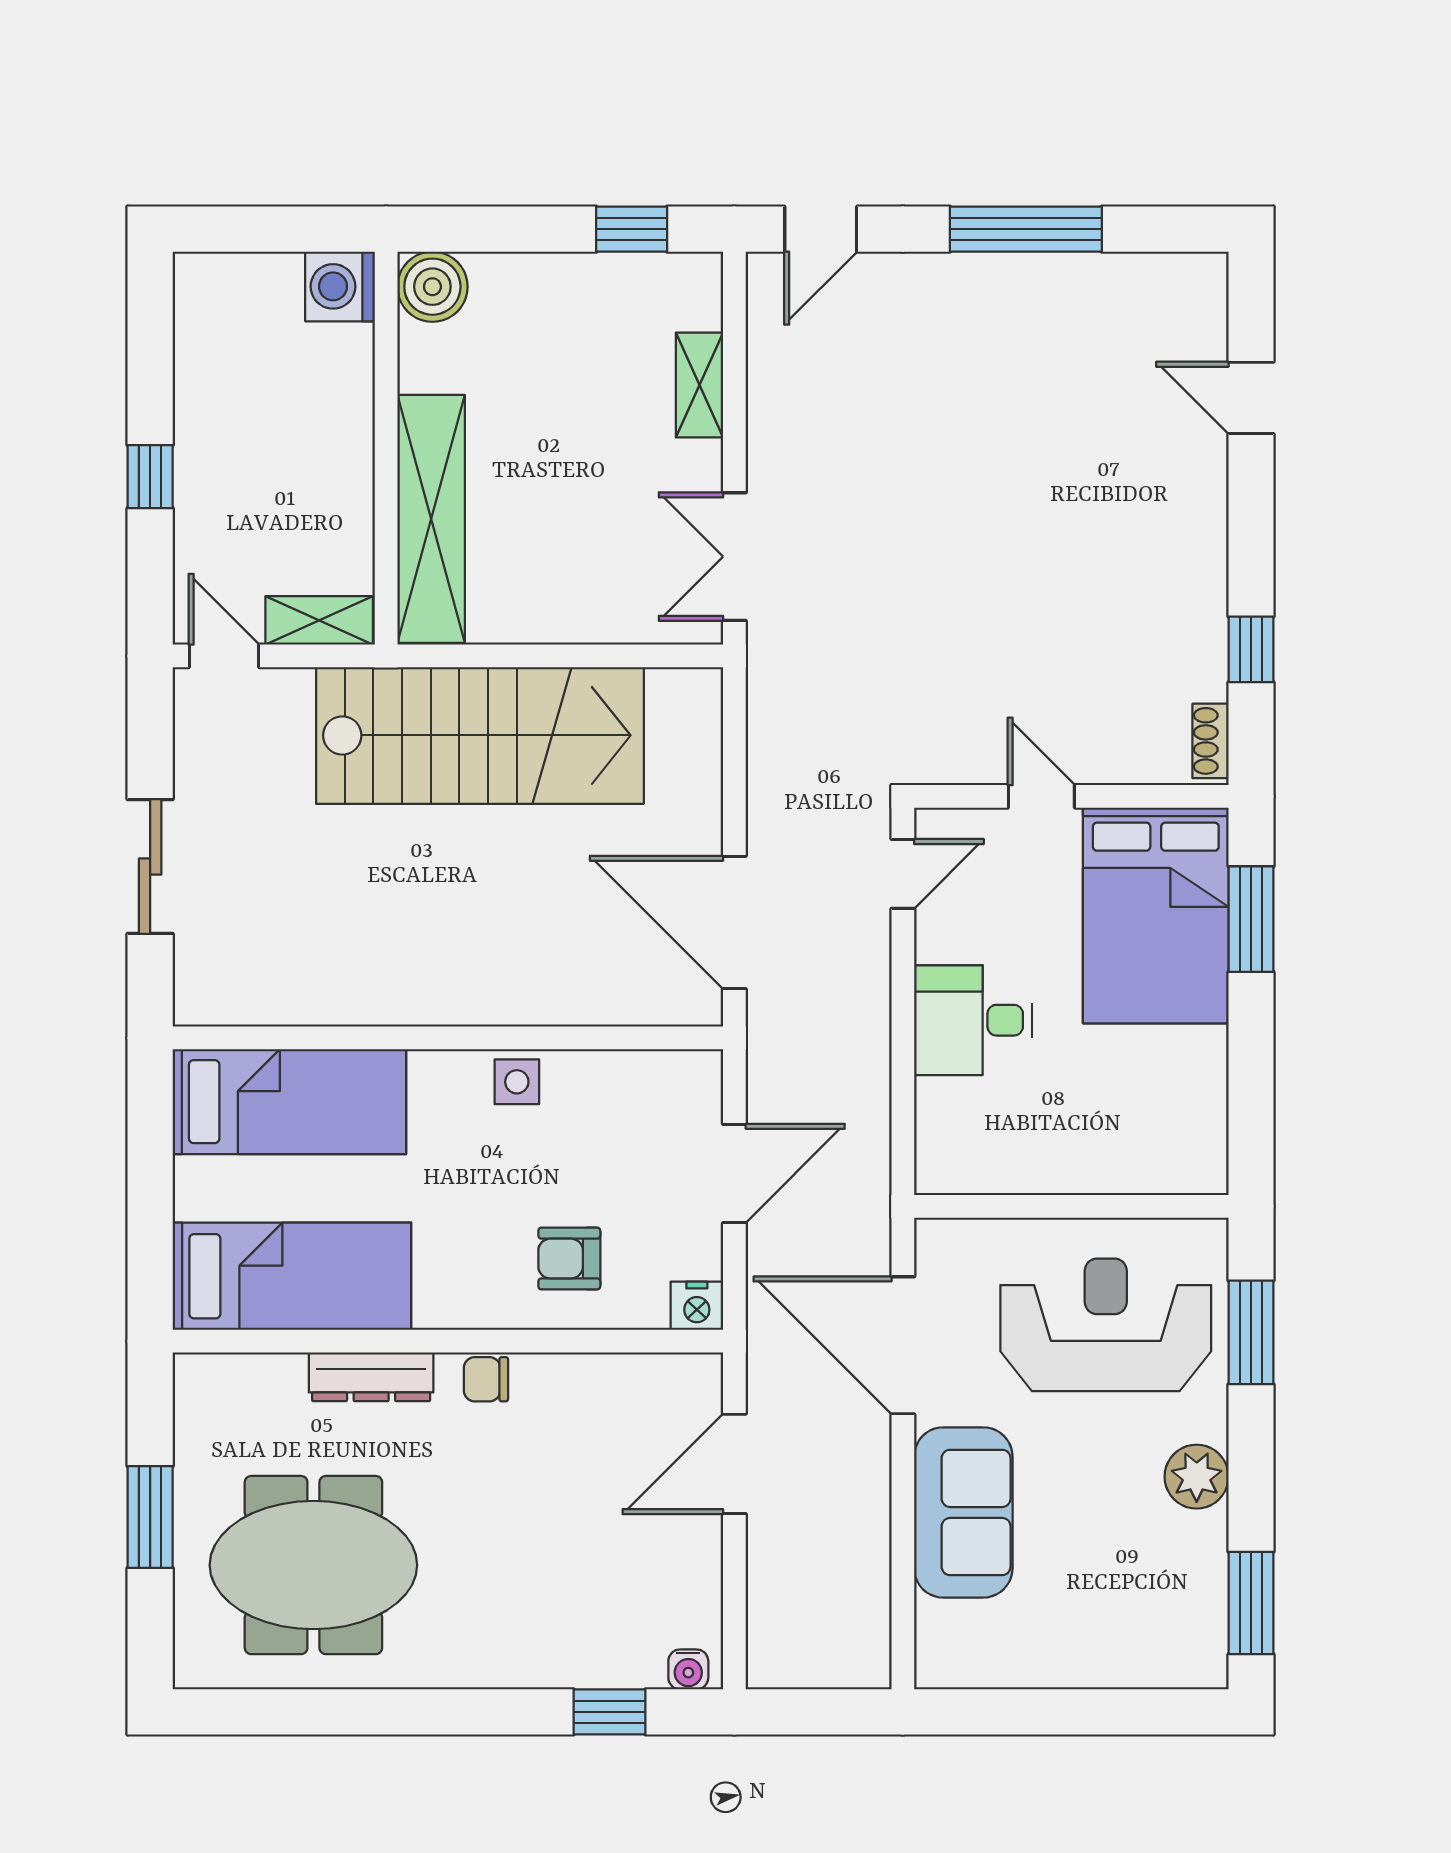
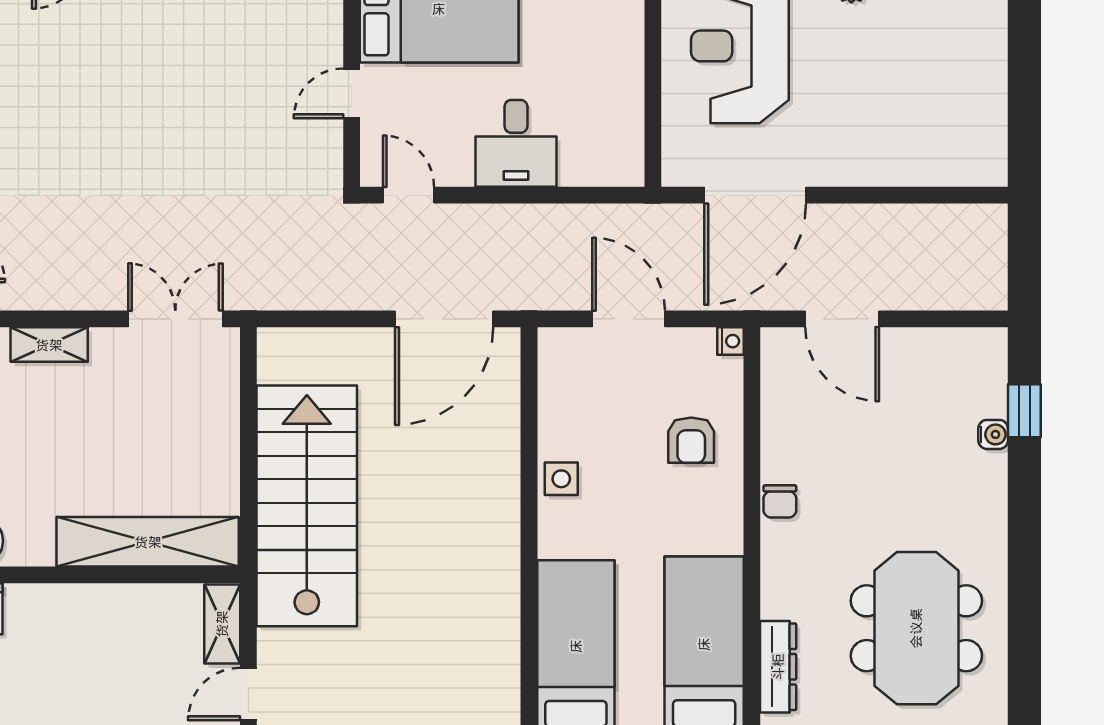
double door: (734, 557) -> (175, 319), swing flipped
nightstand: (697, 1306) -> (731, 341), width x0.72, depth x0.74
dresser: (371, 1377) -> (778, 667), moved
sofa: (963, 1512) -> (878, 151), removed
water cooler: (688, 1669) -> (993, 434), moved

